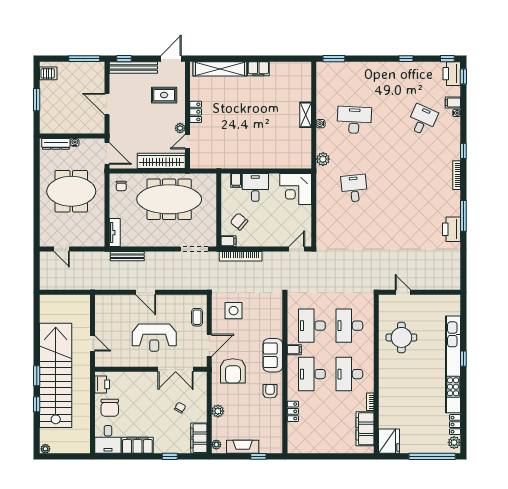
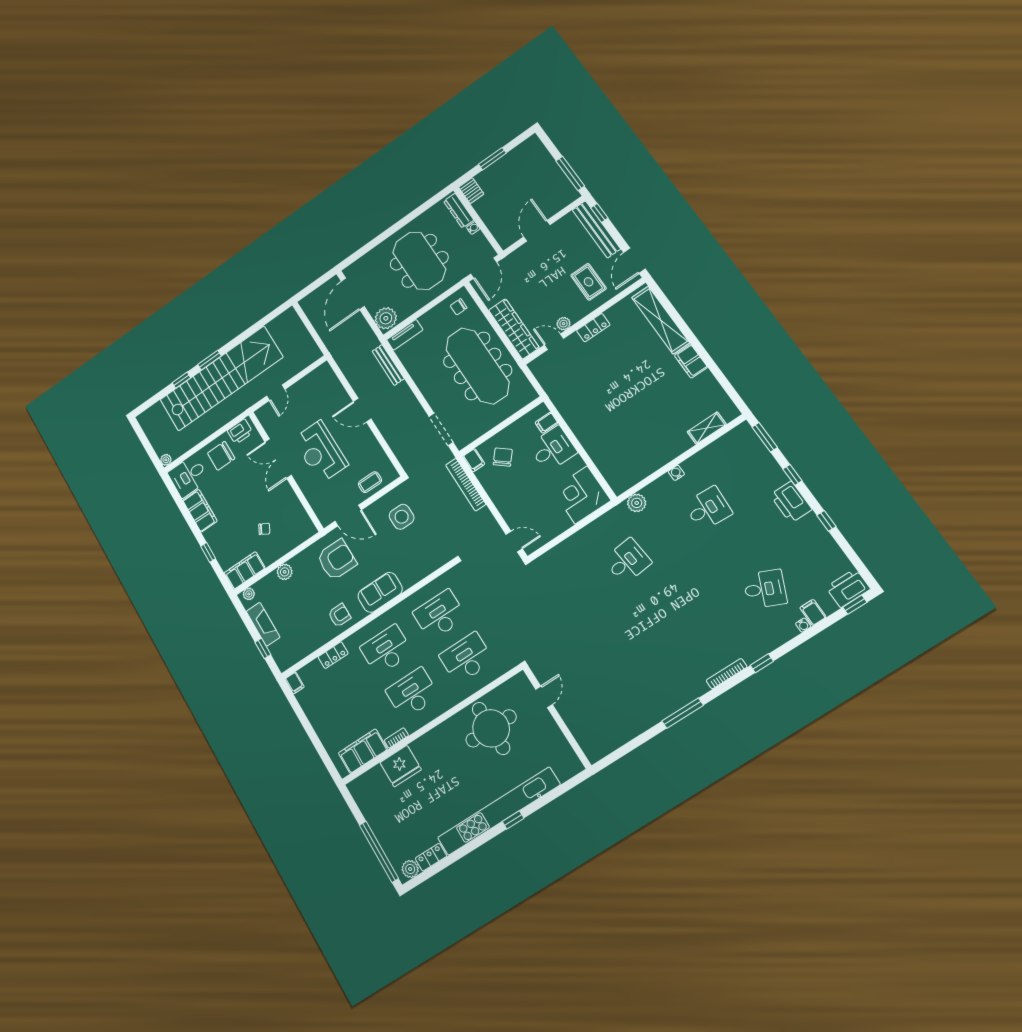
door: (171, 59) -> (635, 261), swing flipped
window: (447, 59) -> (792, 475), moved
server rack: (48, 73) -> (471, 191), moved
shelving: (306, 115) -> (707, 428), moved
desk: (354, 120) -> (708, 509), width x0.73
printer: (451, 229) -> (791, 502), moved, turned -90
plant: (95, 238) -> (386, 318), added
door: (62, 249) -> (353, 294), width x1.87
door: (146, 292) -> (362, 410), hinge flipped
round table: (401, 337) -> (491, 728), width x1.36, depth x1.36
filing cabinet: (294, 350) -> (295, 683), moved
double door: (176, 369) -> (278, 459), moved
armchair: (233, 371) -> (337, 560), turned 180
fridge: (389, 441) -> (401, 766), moved
plant: (45, 449) -> (166, 460), moved

